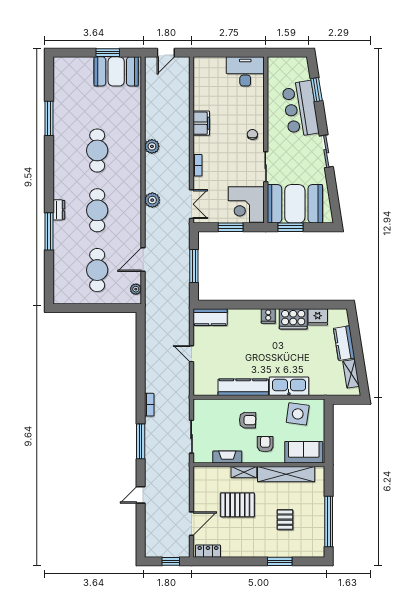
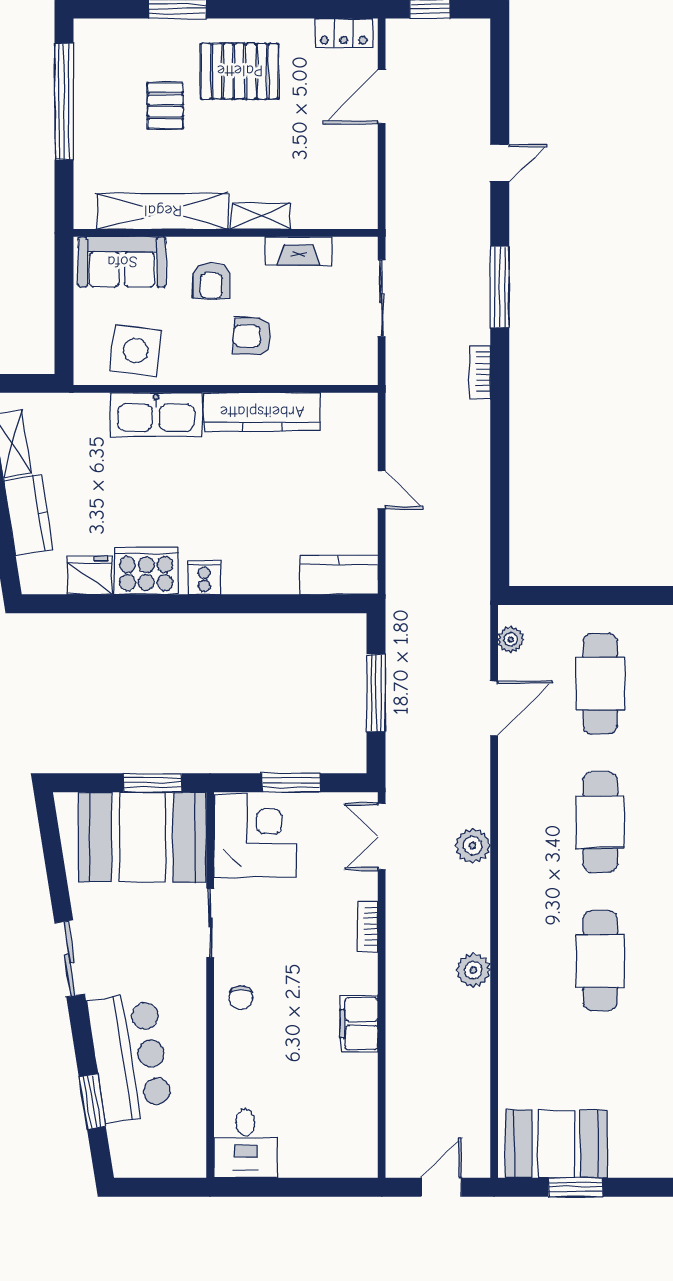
desk: (245, 71) -> (246, 1144), width x0.73
pallet: (237, 505) -> (240, 71), moved

